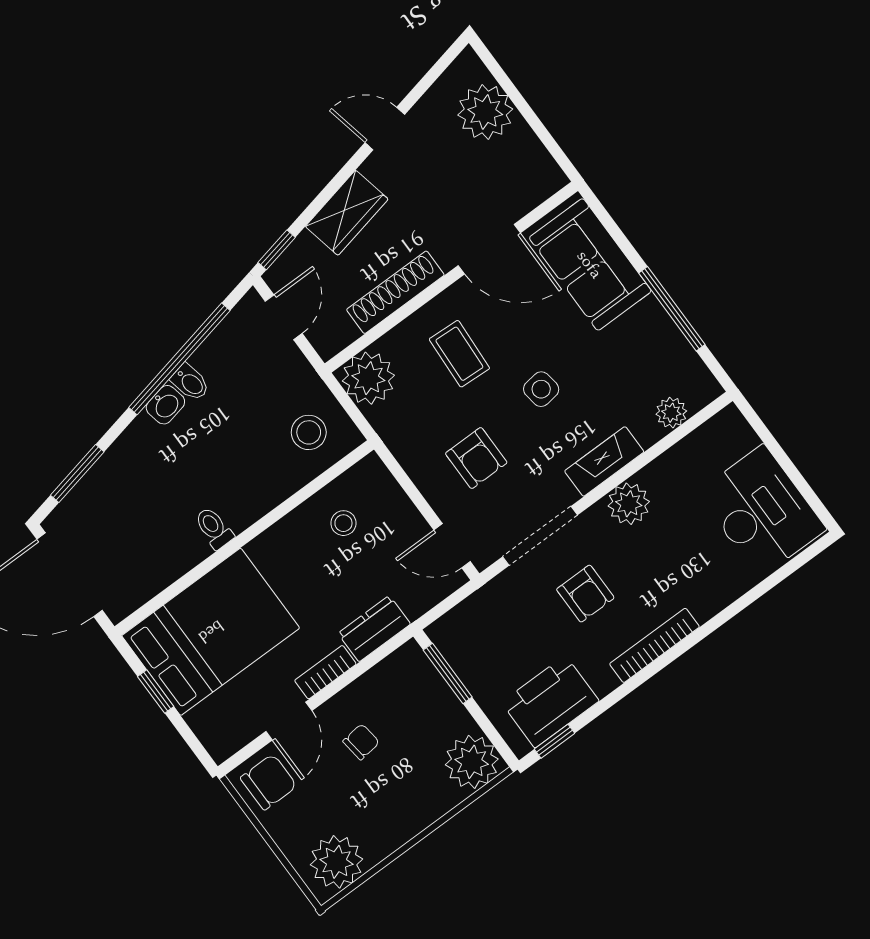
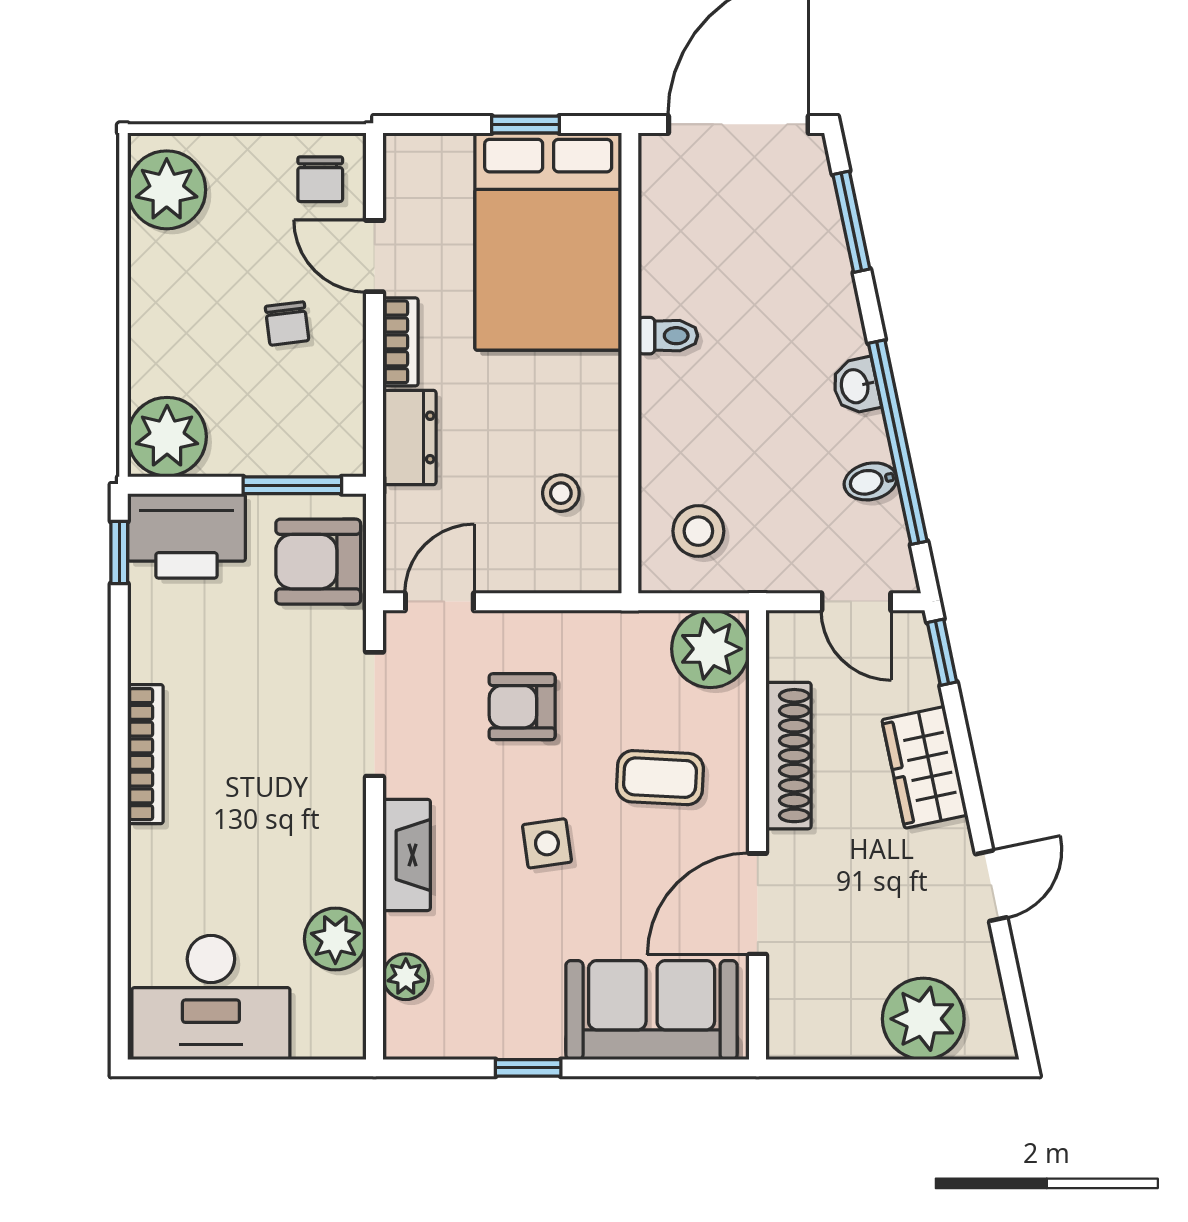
window: (672, 309) -> (528, 1068), width x0.46
bidet: (190, 382) -> (870, 481), moved
plant: (629, 504) -> (335, 939), moved
armchair: (585, 594) -> (318, 562), moved, width x1.38, depth x1.38
printer: (550, 702) -> (186, 536), moved, turned 90
chair: (269, 782) -> (320, 179), width x0.73, depth x0.73

